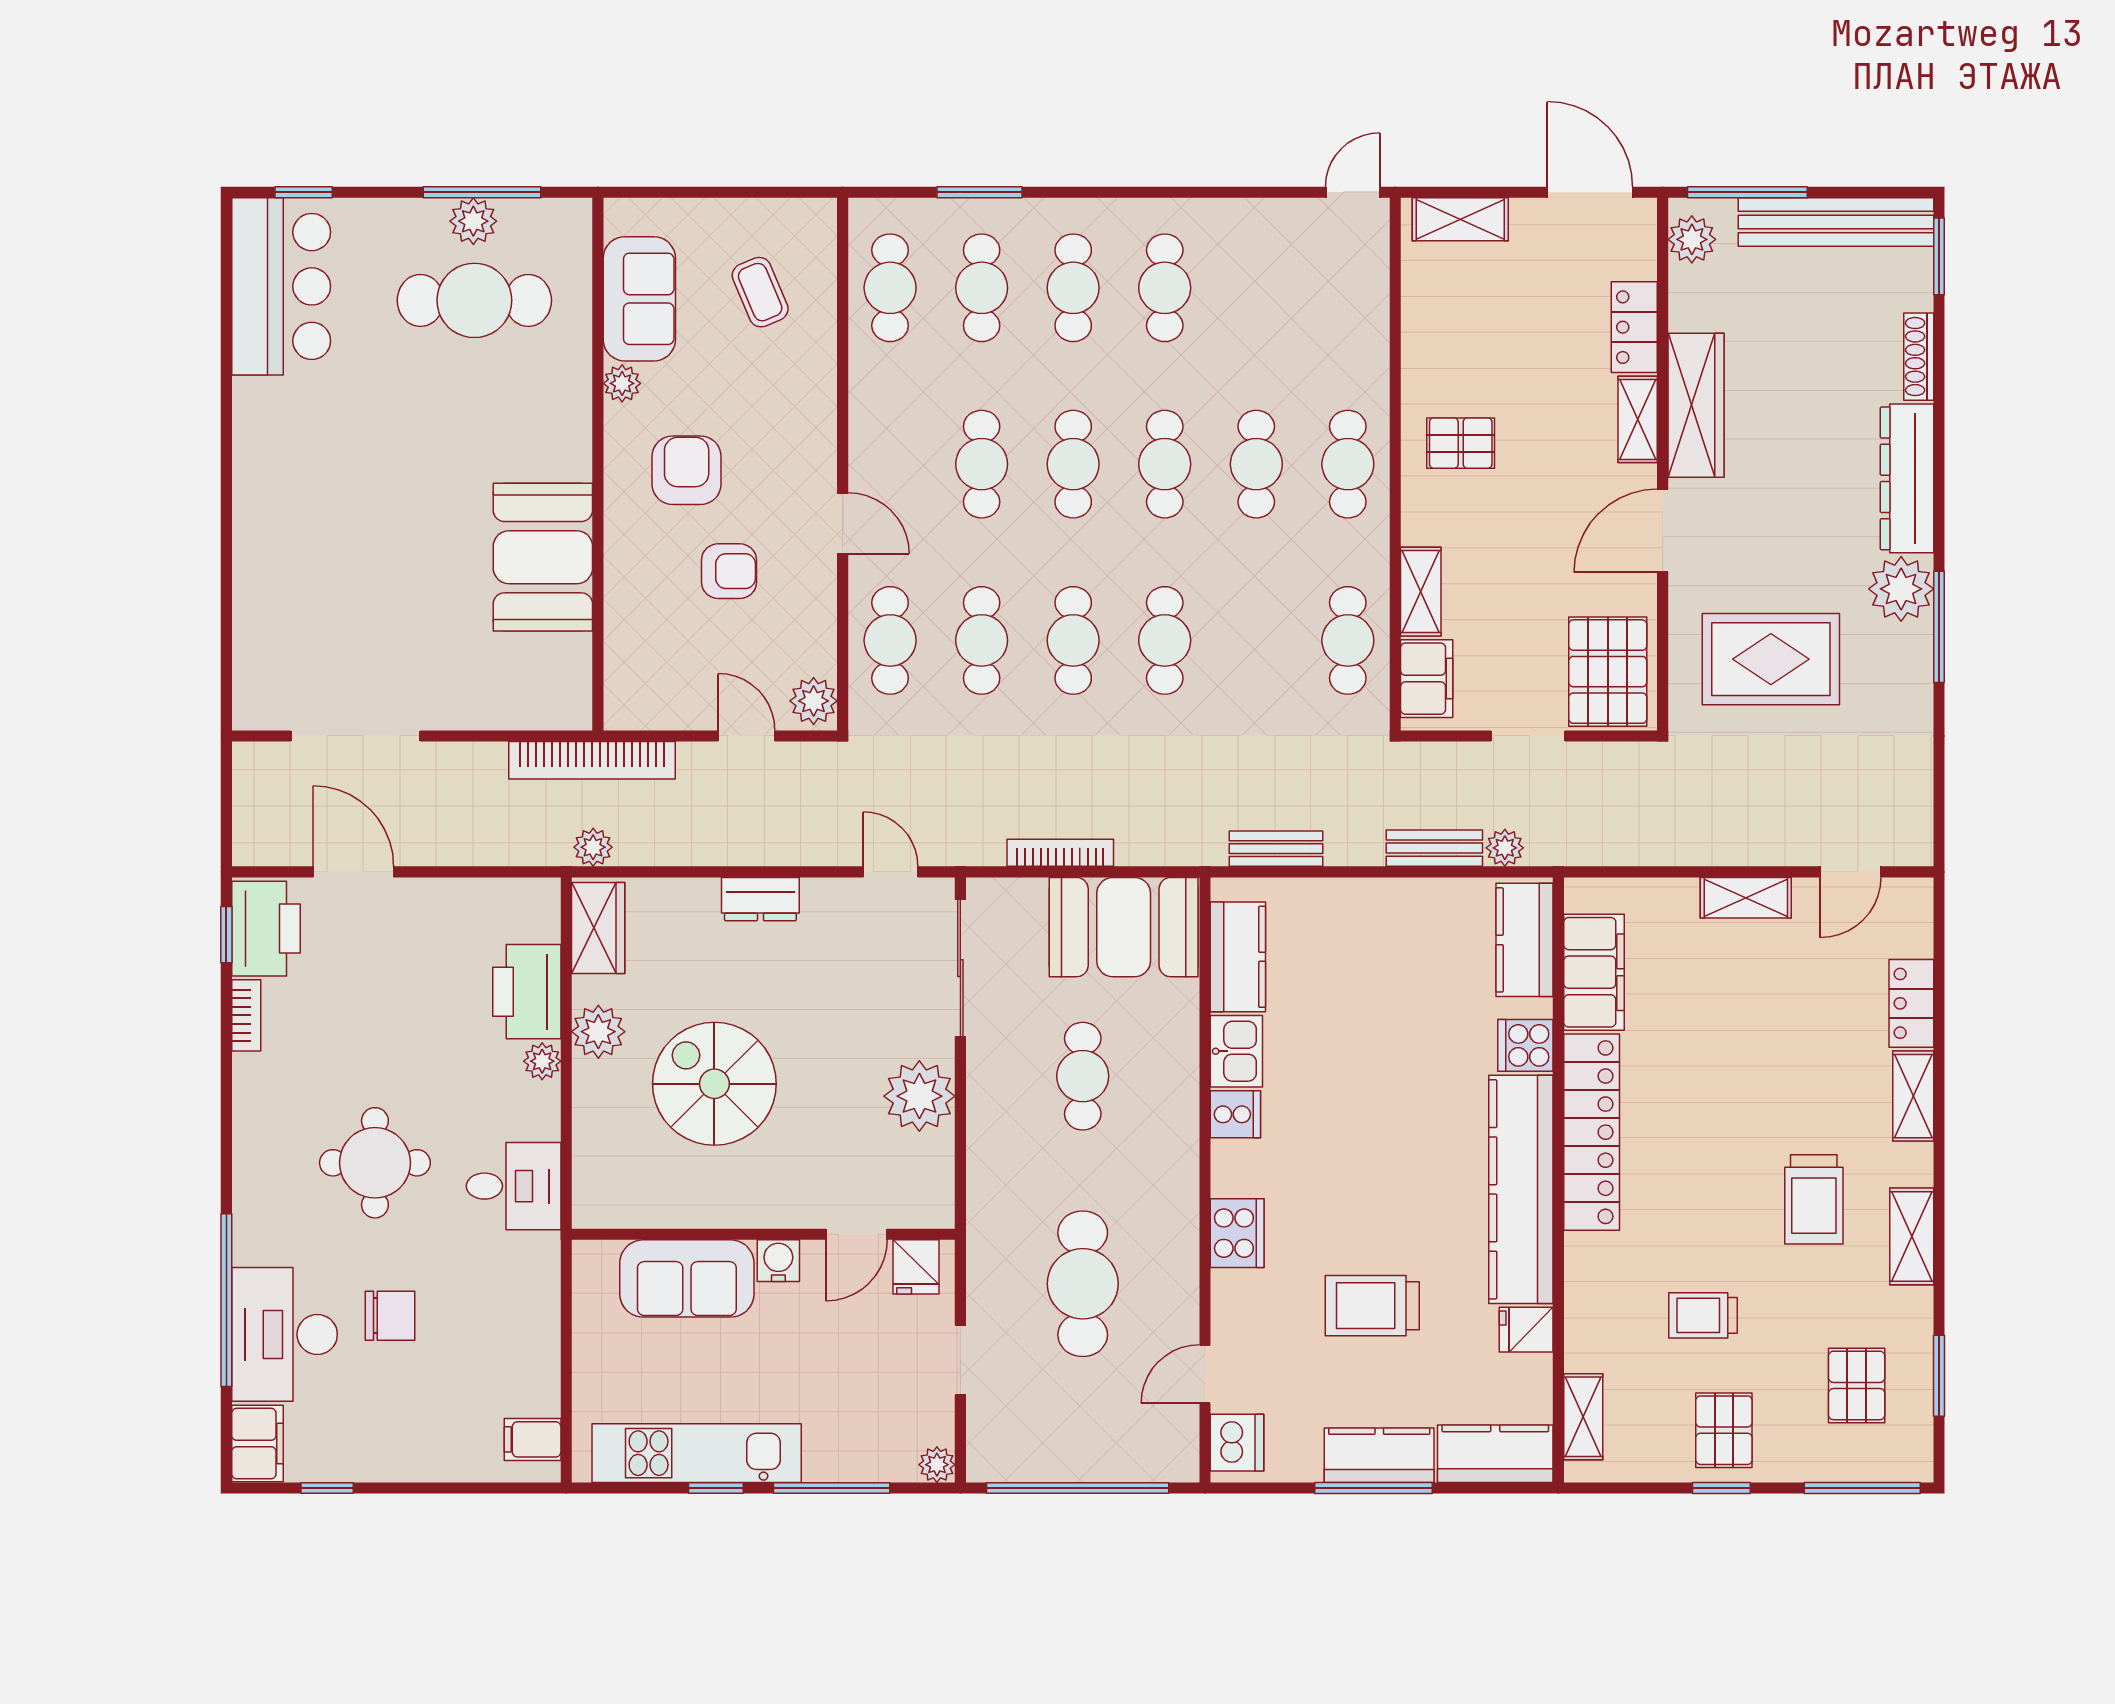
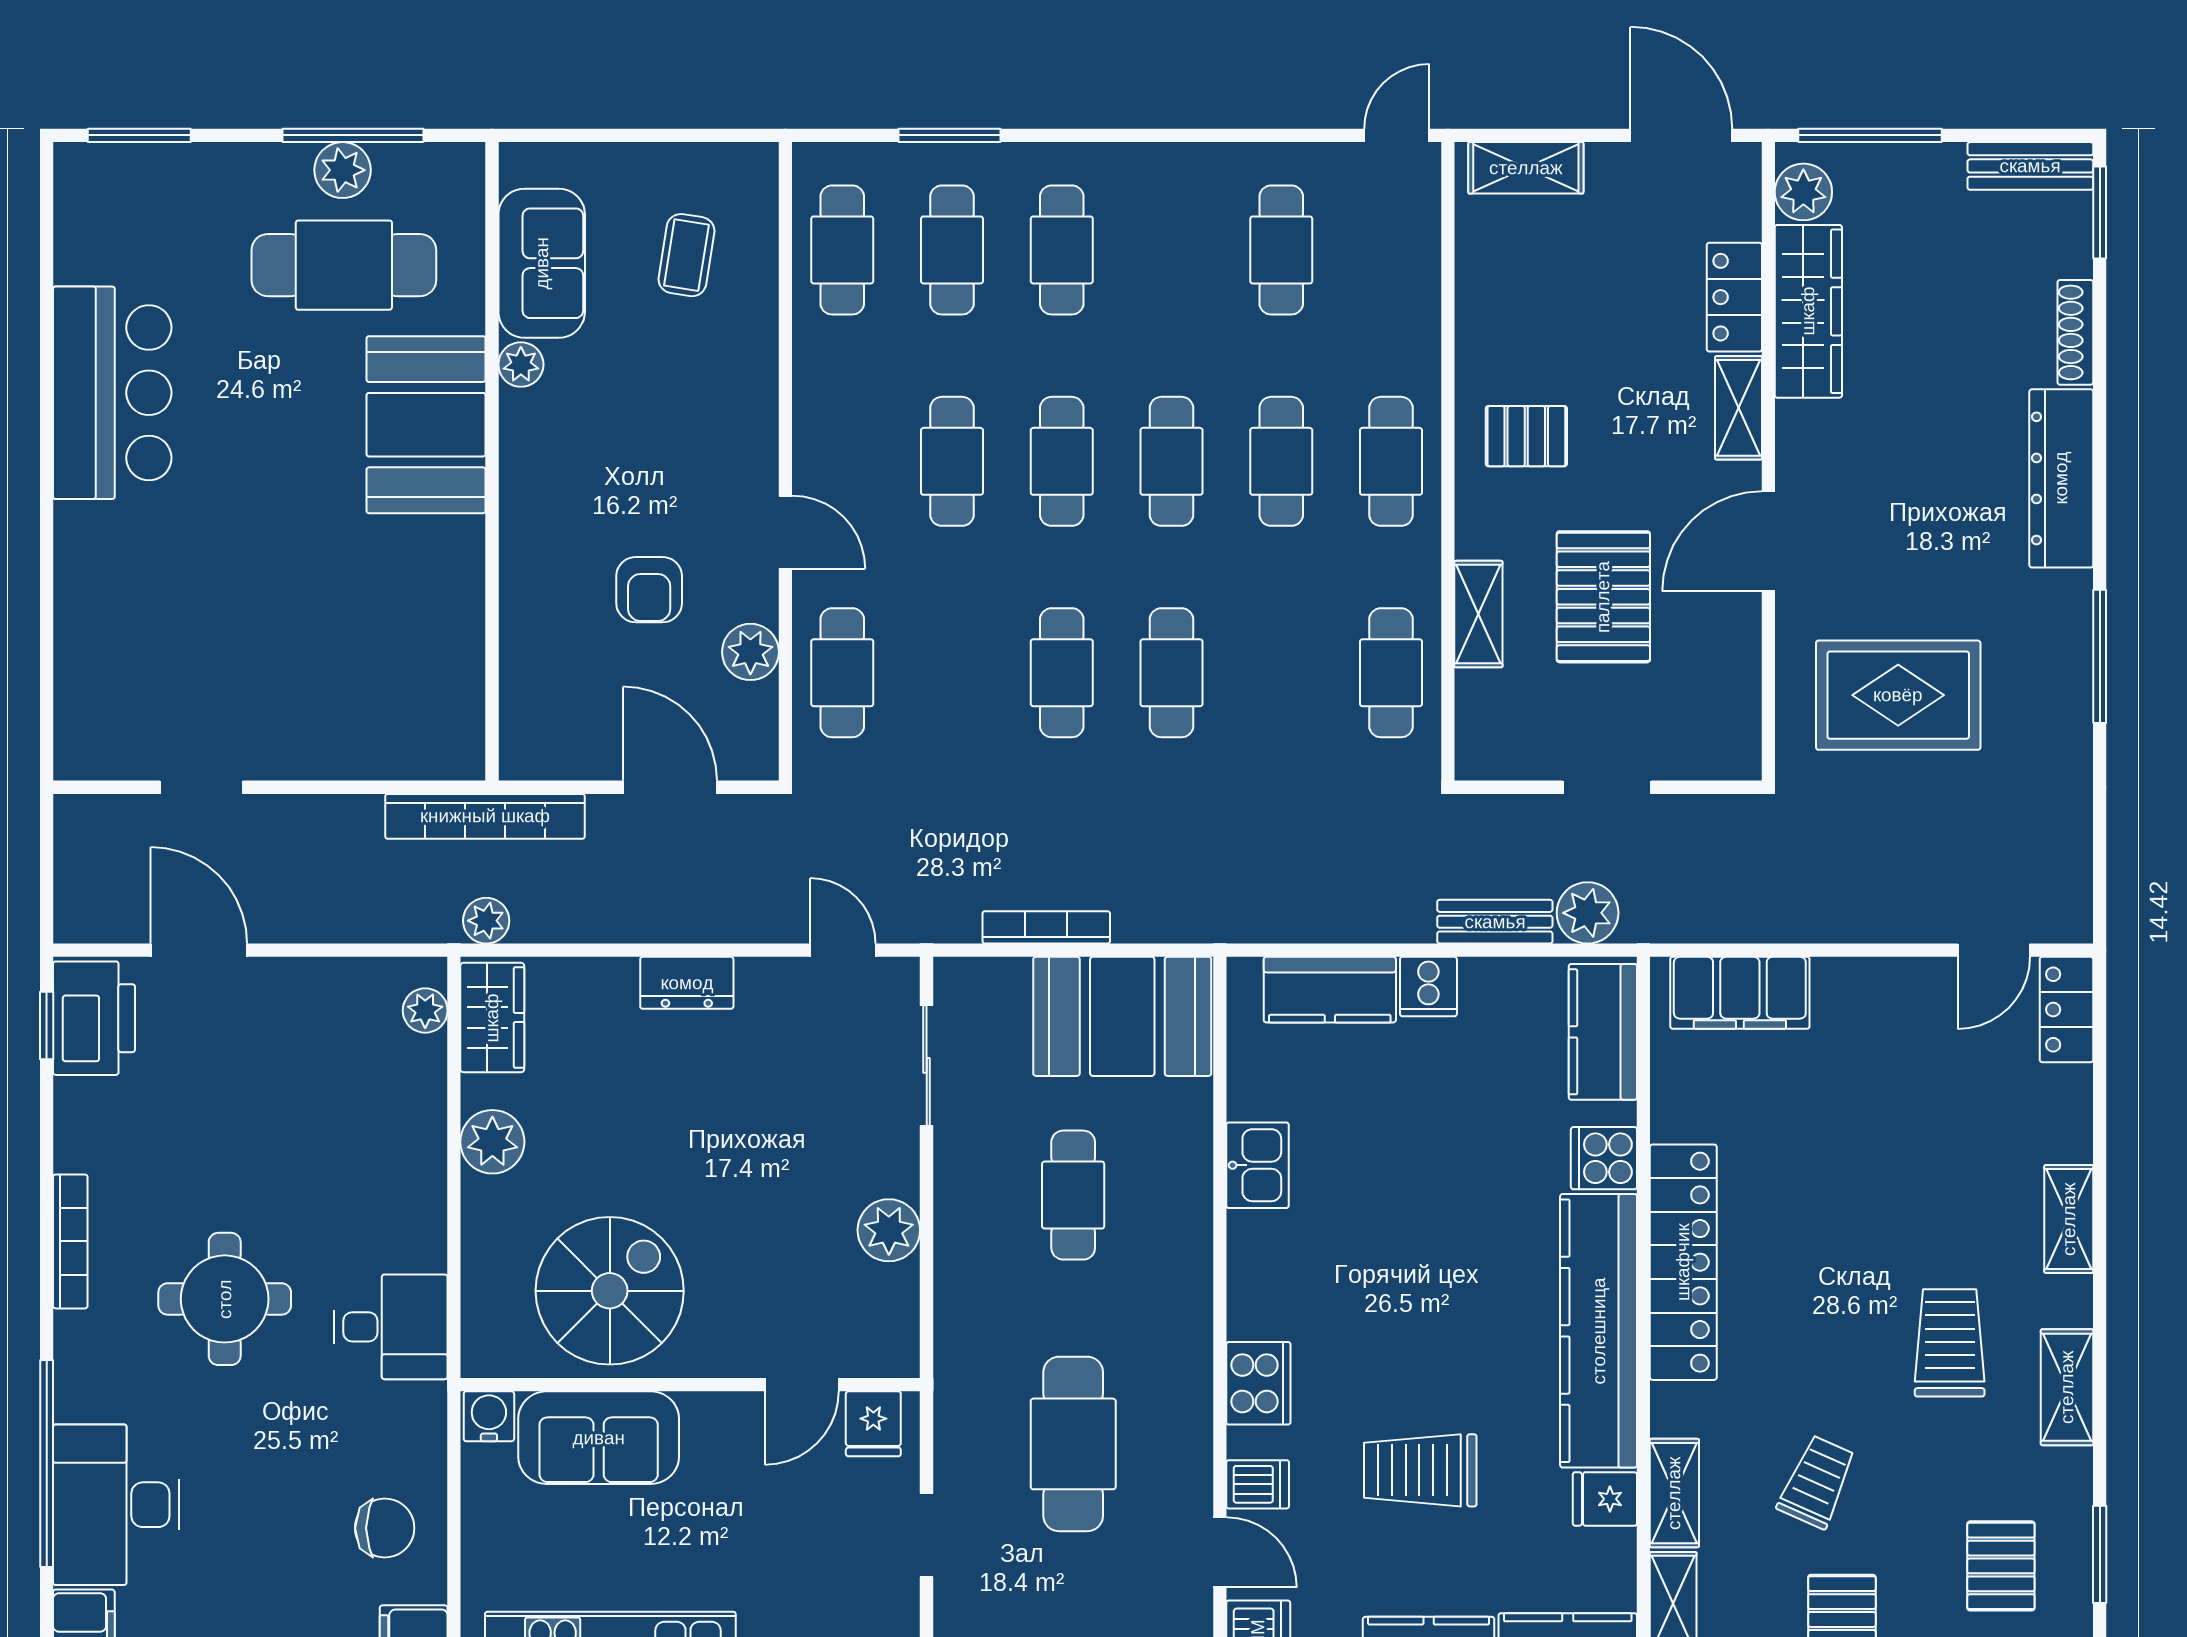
window: (304, 192) -> (139, 135), width x1.50
bench: (1836, 222) -> (2030, 166), width x0.54, depth x0.82
bar counter: (281, 286) -> (112, 393), moved
cafe table: (1165, 288) -> (1281, 250), moved
coffee table: (760, 292) -> (686, 255), turned 32
wardrobe: (1696, 405) -> (1808, 311), moved
armchair: (687, 470) -> (598, 469), removed
booth: (543, 557) -> (426, 425), moved
armchair: (729, 571) -> (649, 590), turned 90
plant: (1901, 589) -> (2054, 611), removed
cafe table: (982, 640) -> (952, 673), removed
pallet: (1608, 672) -> (1603, 597), moved
filing cabinet: (1427, 679) -> (1486, 718), removed
plant: (814, 701) -> (750, 652), moved
doorway: (356, 736) -> (201, 787), width x0.53
door: (746, 736) -> (670, 787), width x1.37
plant: (1505, 848) -> (1588, 913), width x1.38, depth x1.38
bench: (1276, 849) -> (1305, 922), removed
shelving: (1746, 898) -> (1674, 1493), moved, turned 90
kitchen counter: (1238, 957) -> (1330, 990), moved, turned 90
sliding door: (960, 968) -> (927, 1065), width x0.73
filing cabinet: (1594, 972) -> (1740, 993), moved, turned 90
printer: (527, 992) -> (407, 1094), removed
locker: (1911, 1003) -> (2066, 1009), moved
bookcase: (246, 1015) -> (70, 1241), moved, width x1.56
plant: (542, 1061) -> (425, 1011), moved
spiral stairs: (714, 1084) -> (610, 1291), moved, turned 90
plant: (919, 1096) -> (889, 1230), width x0.73, depth x0.73
cooker: (1235, 1114) -> (1428, 987), moved, turned 90
trolley: (1814, 1199) -> (1950, 1343), turned 180
water cooler: (778, 1261) -> (489, 1416), moved
trolley: (1703, 1315) -> (1817, 1482), turned 114
chair: (390, 1316) -> (385, 1528), moved
dishwasher: (1237, 1317) -> (1258, 1484), added
door: (1205, 1374) -> (1220, 1552), swing flipped

